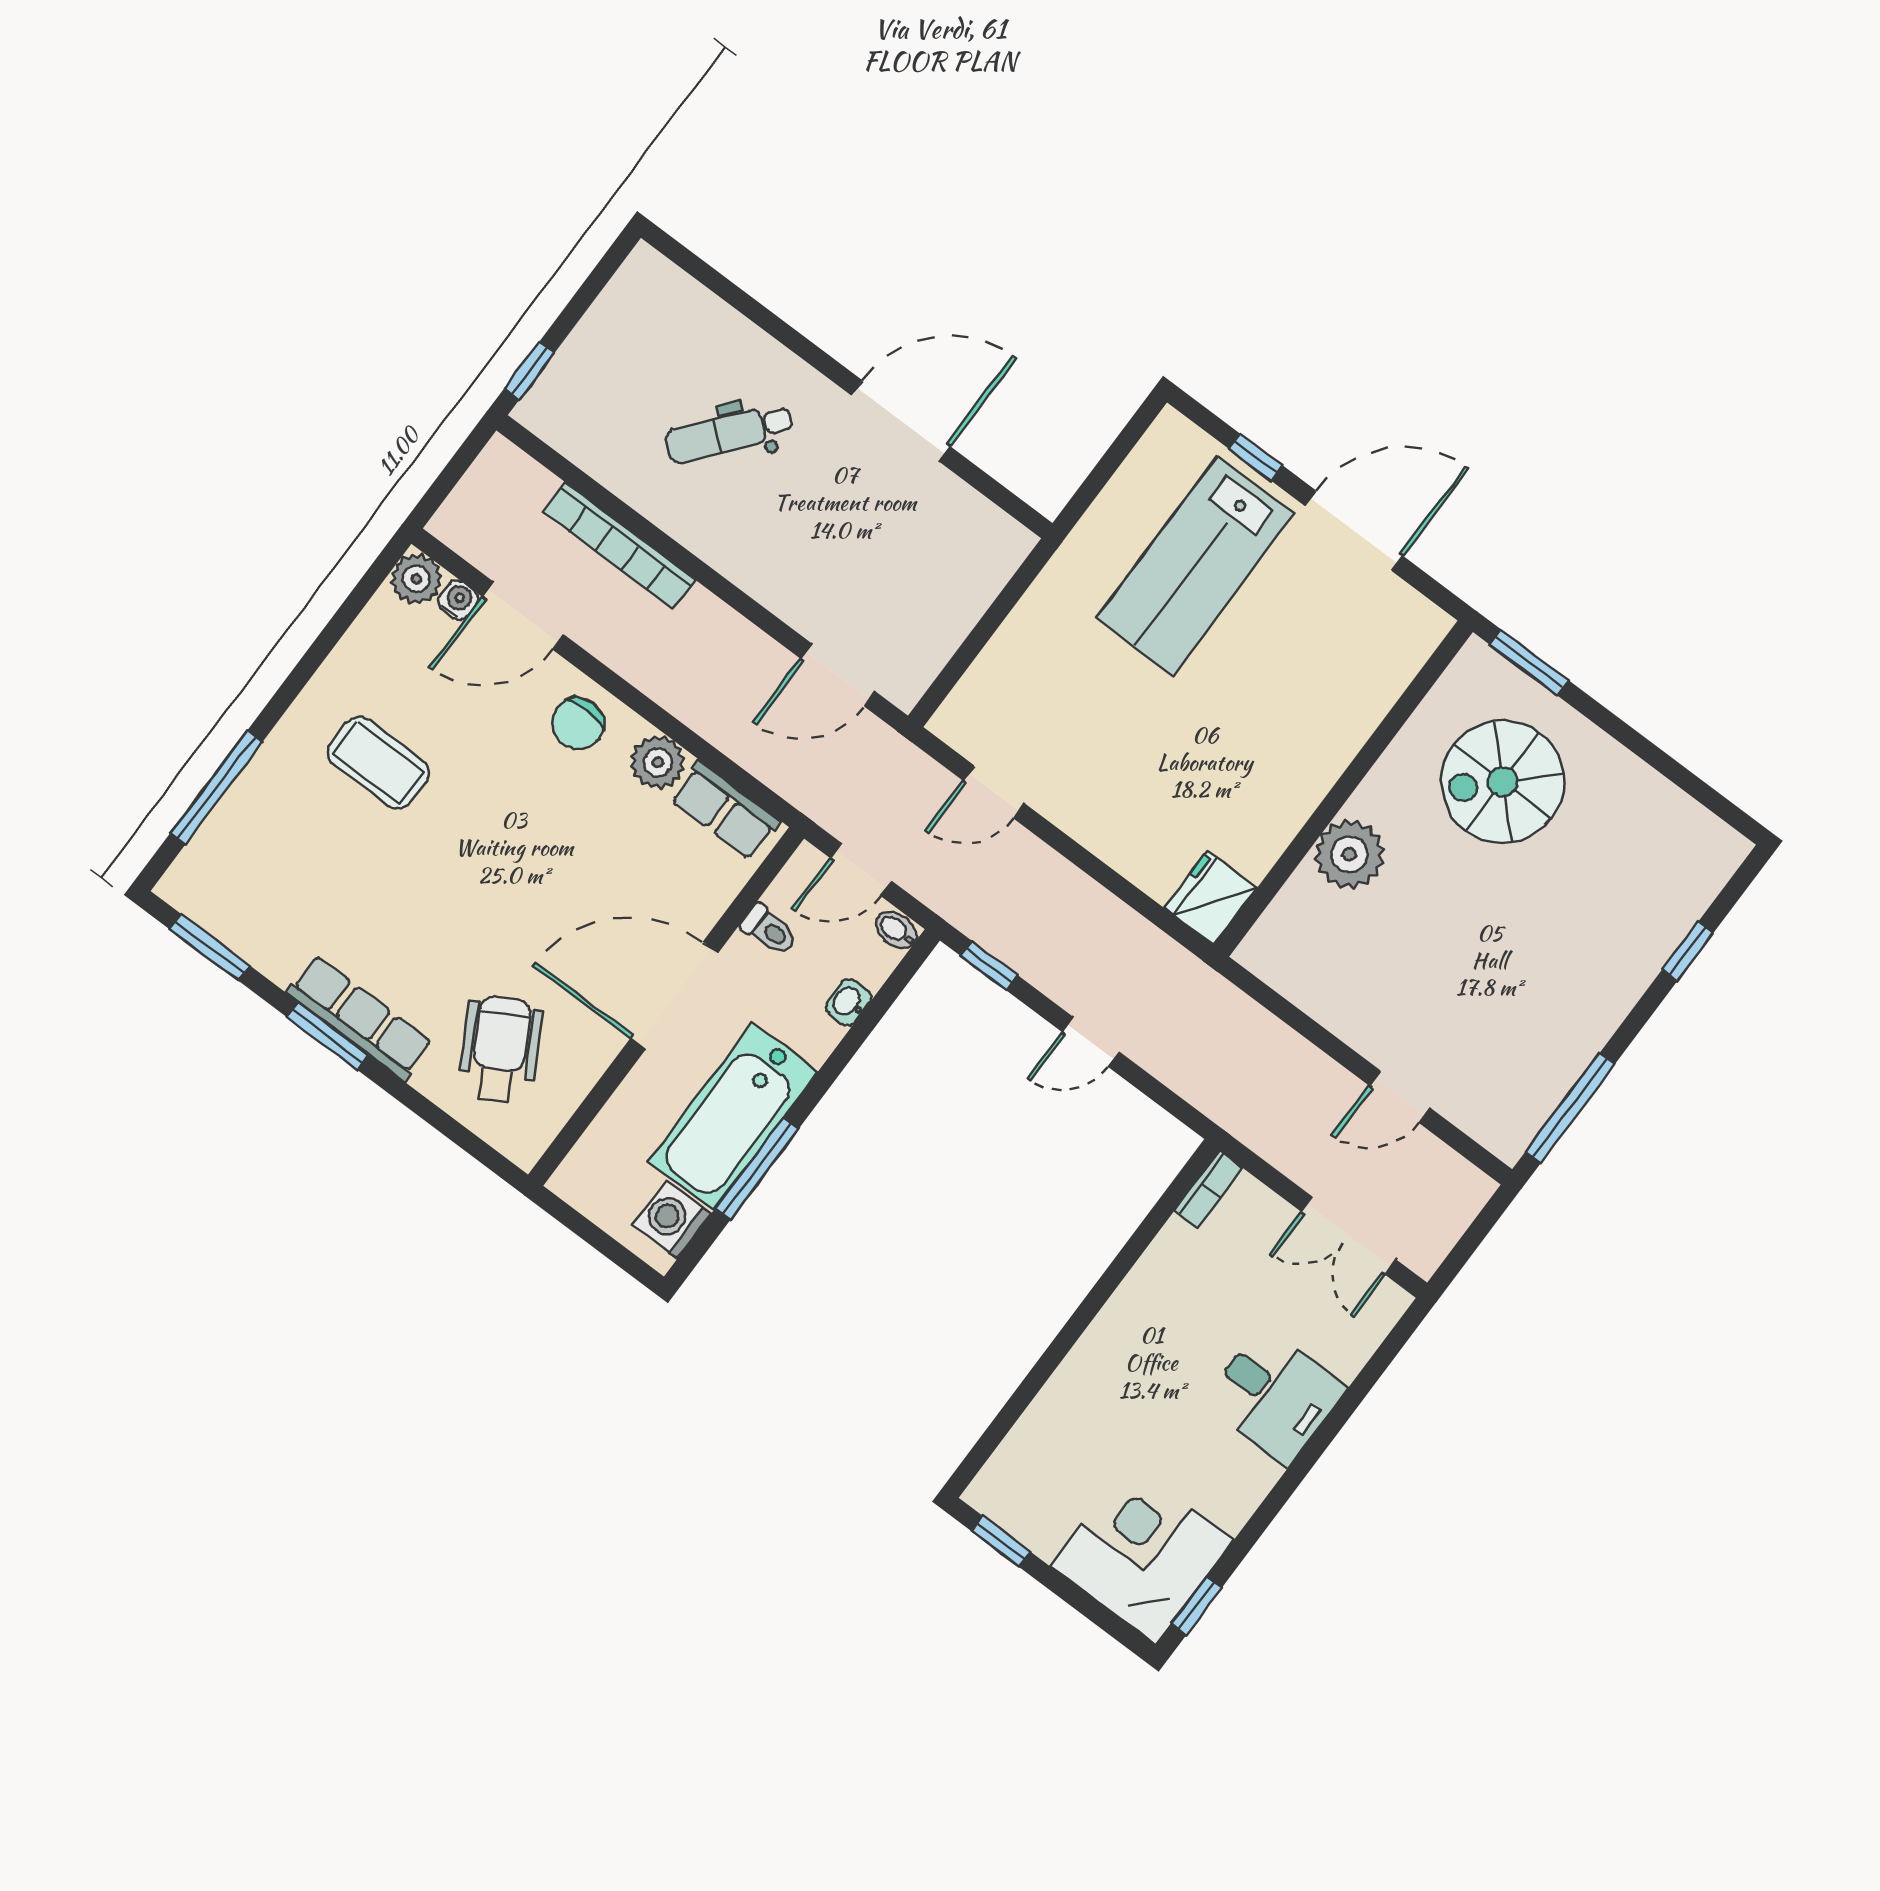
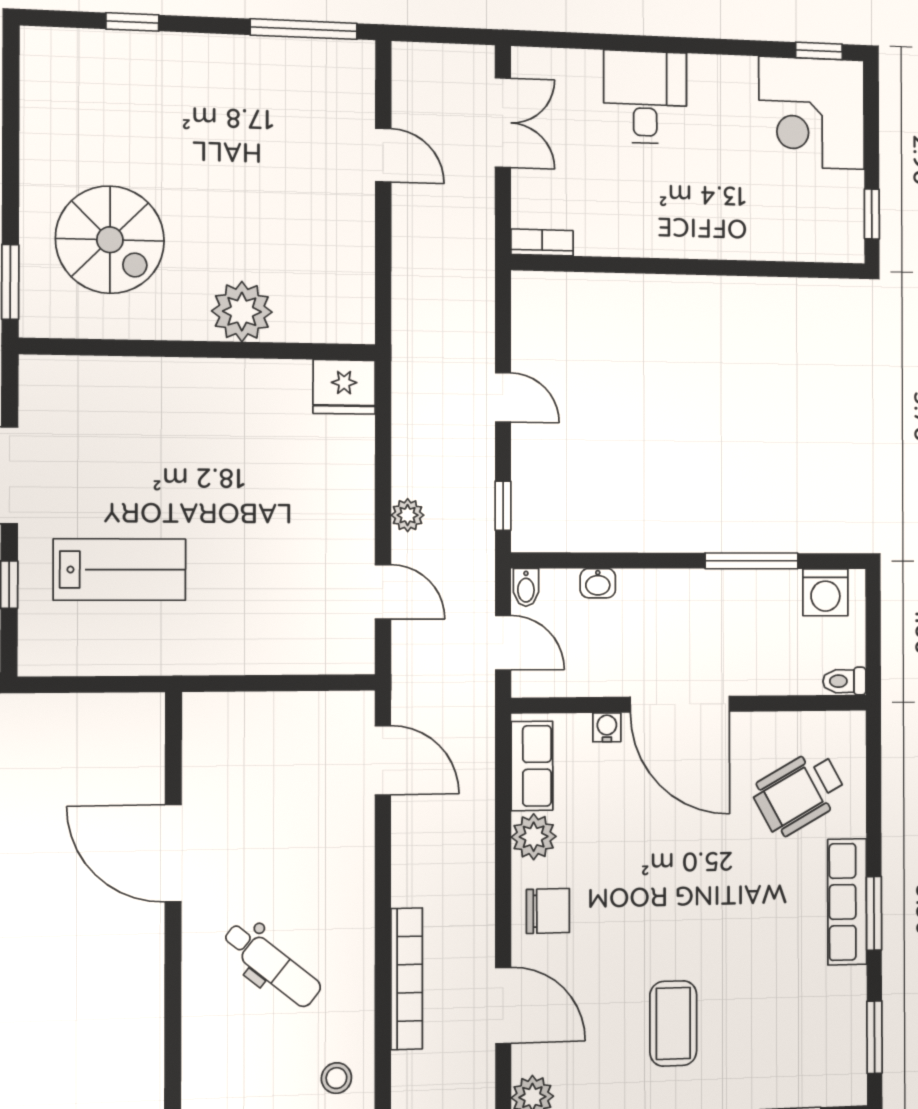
stool: (579, 413) -> (336, 1078), added
lab bench: (1195, 566) -> (120, 570), width x0.73, depth x0.72
water cooler: (458, 600) -> (607, 727), moved, turned 90
plant: (1048, 868) -> (408, 515), added
toilet: (769, 930) -> (844, 681), moved, turned -90
bathtub: (733, 1117) -> (730, 603), removed

